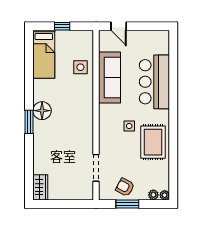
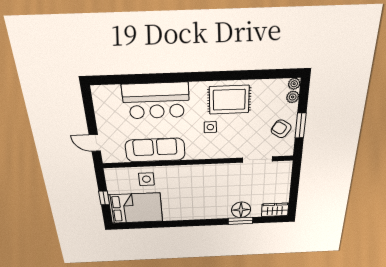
door: (119, 26) -> (95, 143), swing flipped
bed: (44, 54) -> (136, 208), width x1.50
floor lamp: (42, 111) -> (241, 210), moved
window: (29, 122) -> (240, 221), moved
armchair: (125, 187) -> (281, 129), turned 95

